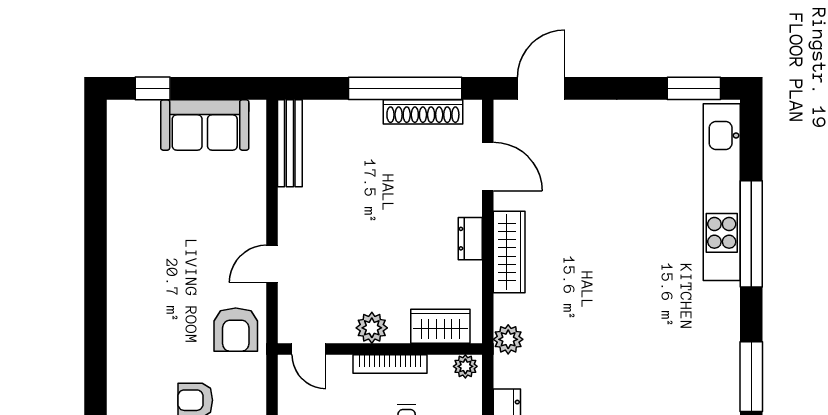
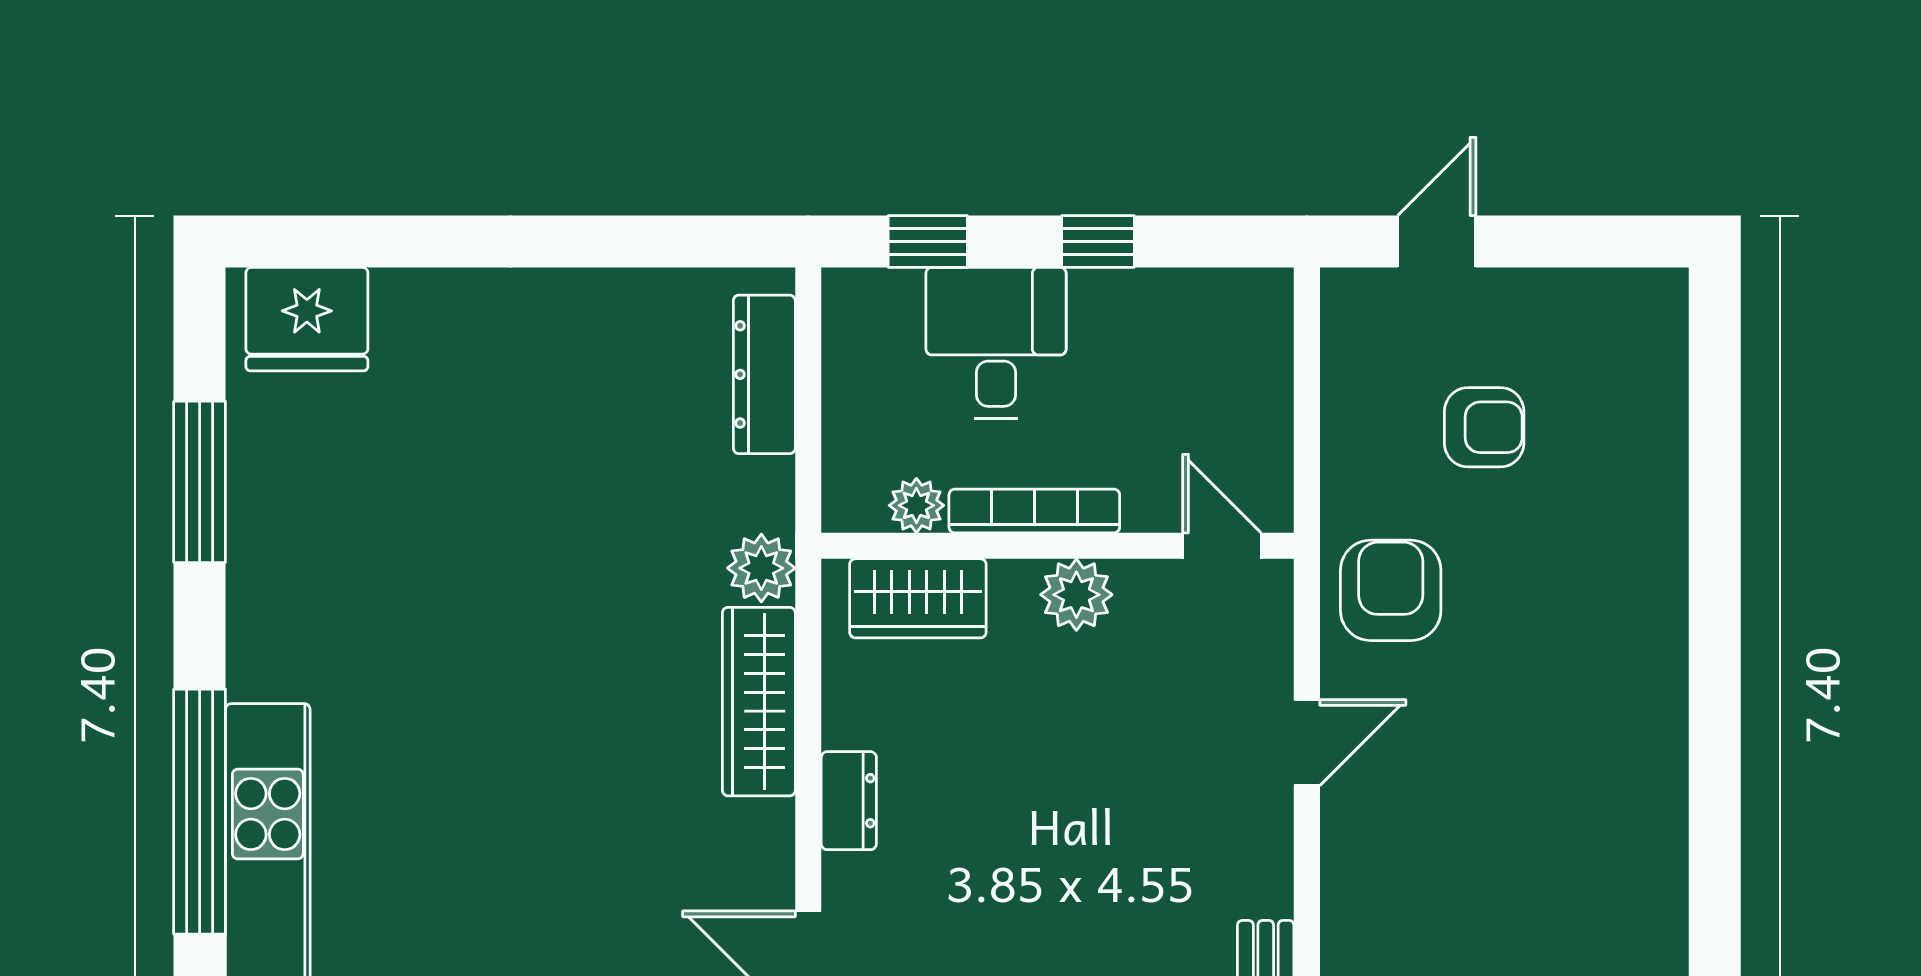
wardrobe: (509, 252) -> (759, 702), moved
plant: (465, 366) -> (916, 505), moved

